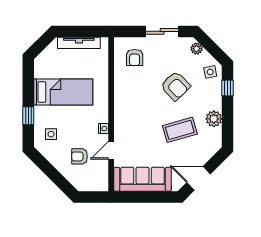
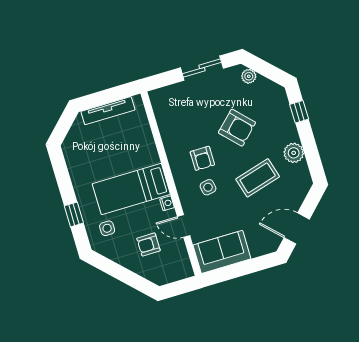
armchair: (135, 57) -> (202, 158), moved
side table: (210, 72) -> (208, 187), moved
bed: (63, 92) -> (131, 189), moved, turned 180
door: (111, 150) -> (184, 226), hinge flipped
sofa: (143, 179) -> (222, 252), width x0.73

